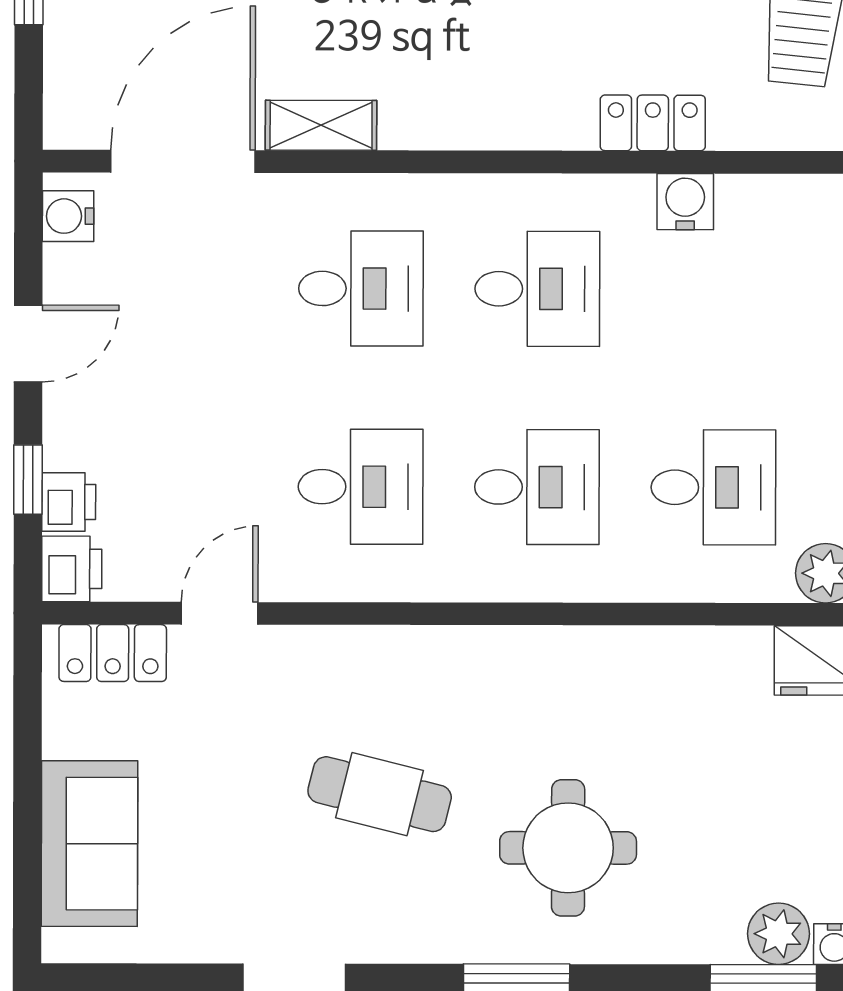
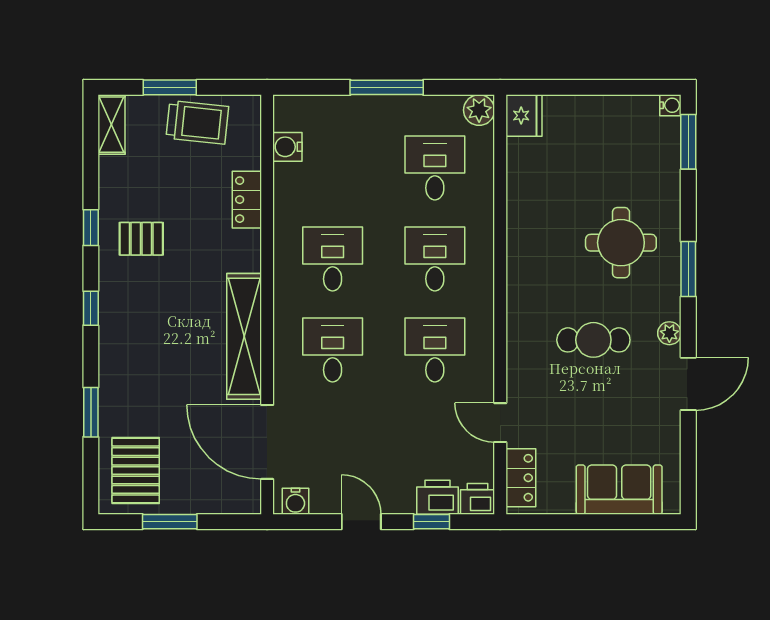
shelving: (321, 125) -> (244, 336), width x2.20, depth x1.33
water cooler: (685, 202) -> (287, 147), moved
printer: (69, 502) -> (437, 497), width x1.36, depth x1.24
cafe table: (380, 794) -> (593, 340), turned 76
plant: (778, 934) -> (669, 333), moved, width x0.73, depth x0.73

